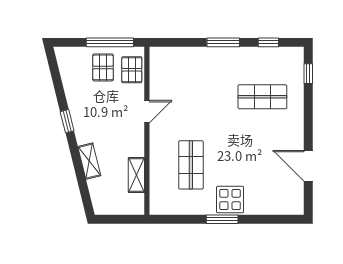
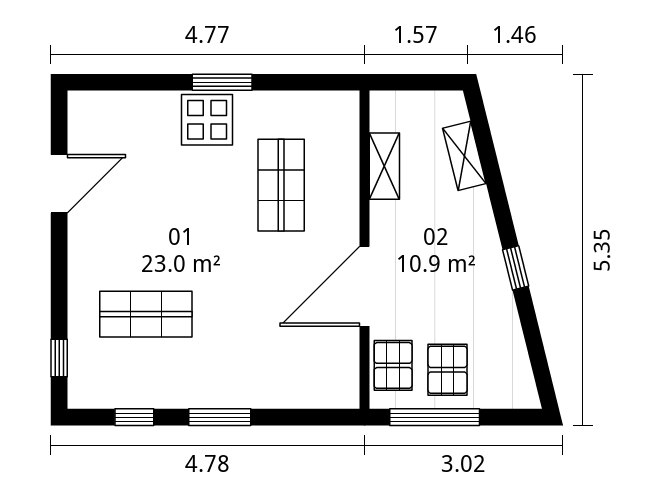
door: (147, 112) -> (364, 286), width x1.87
shelving: (89, 161) -> (464, 156), moved
door: (308, 166) -> (59, 184), hinge flipped

